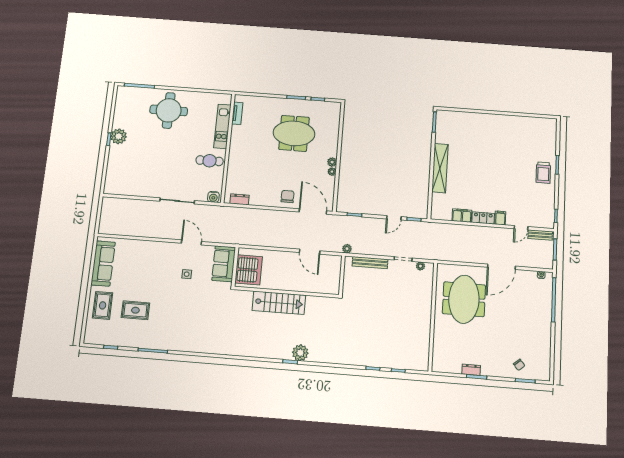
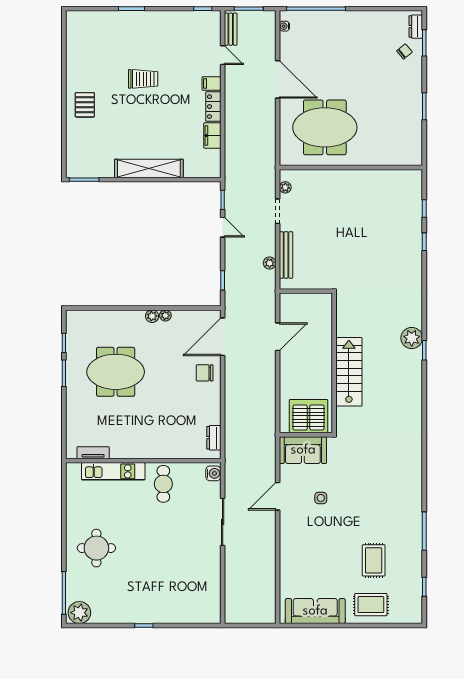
round table: (169, 110) -> (96, 548), width x0.73, depth x0.73
pallet: (488, 127) -> (85, 105), added
meeting table: (294, 133) -> (116, 372), turned 90
plant: (119, 136) -> (79, 613), moved
trolley: (543, 173) -> (143, 79), moved
plant: (347, 249) -> (270, 263), moved
dresser: (471, 370) -> (416, 27), moved

